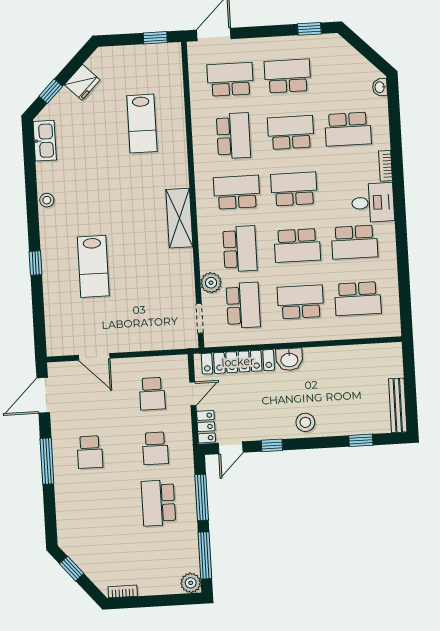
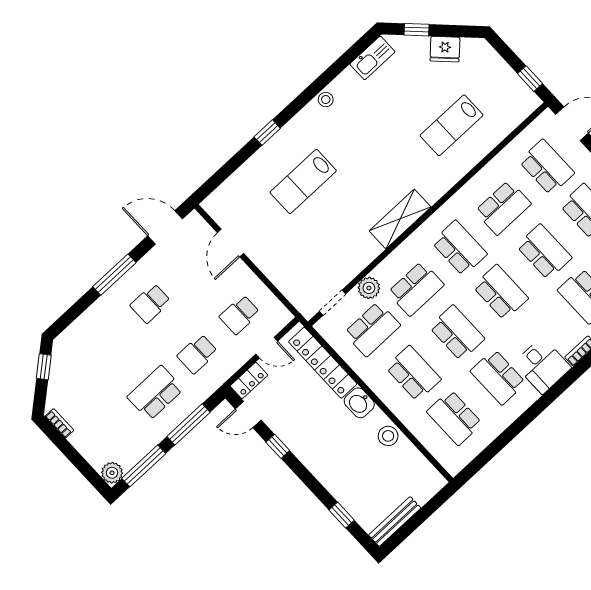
school desk: (297, 245) -> (457, 333), turned 180
stool: (305, 422) -> (388, 436), moved

